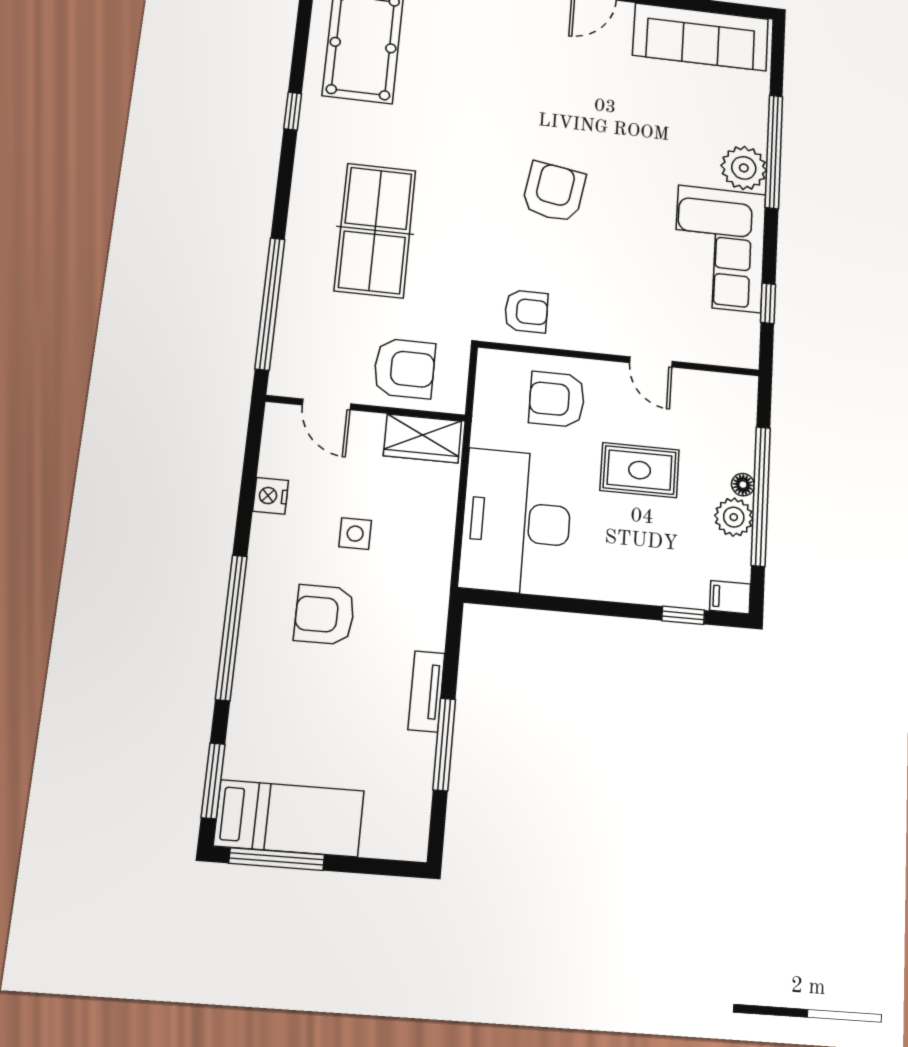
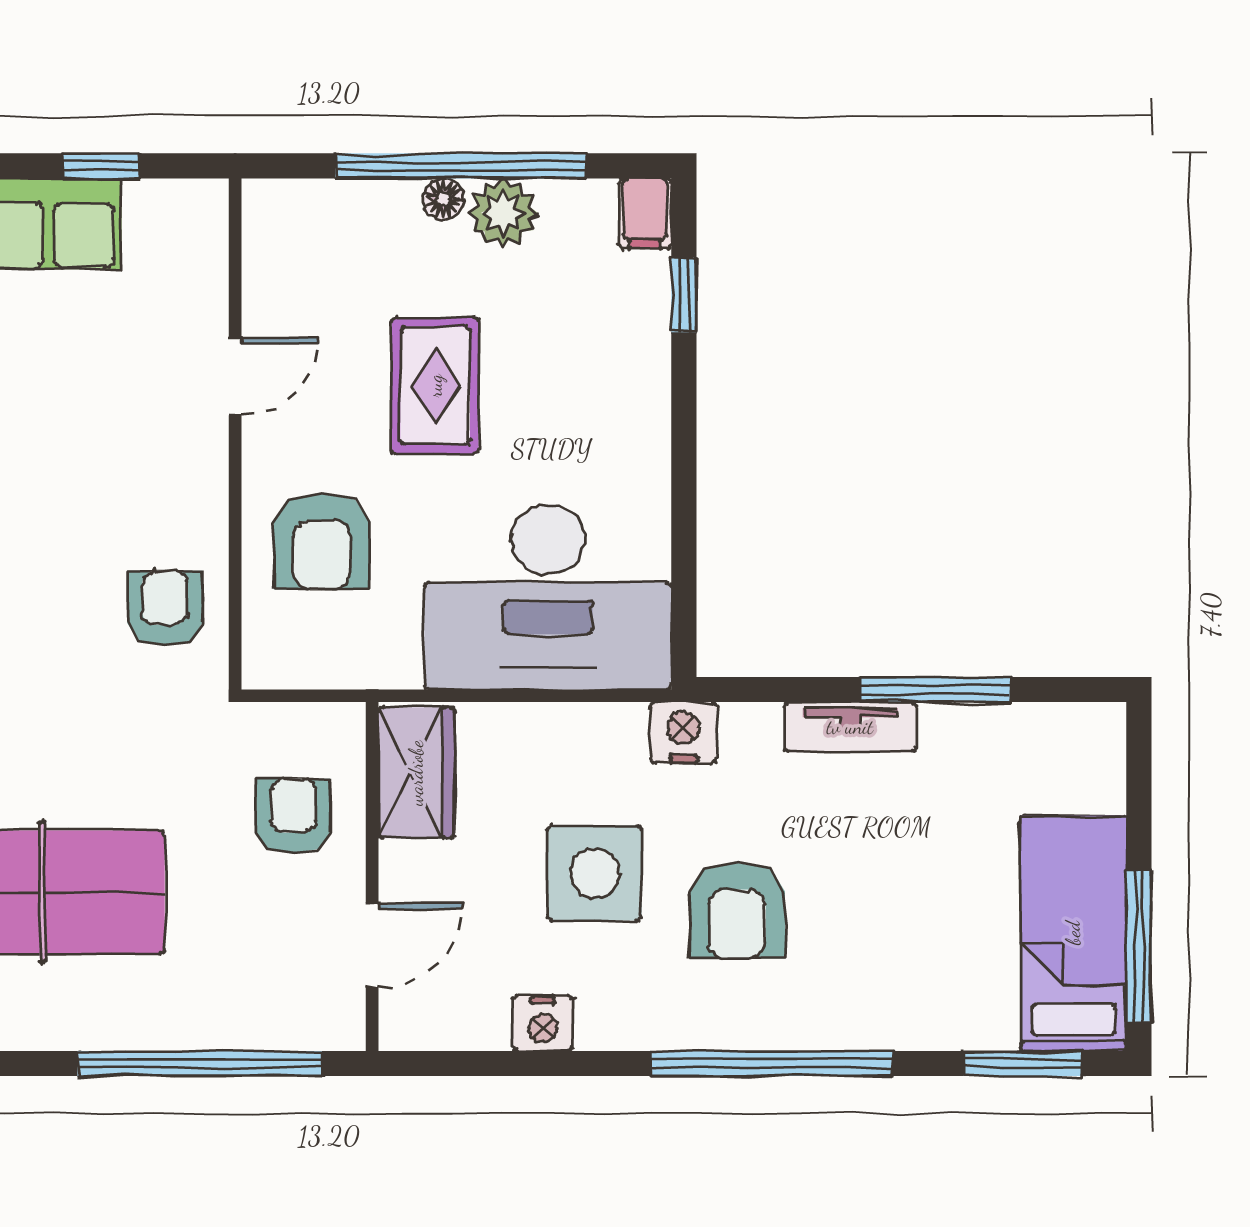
armchair: (404, 368) -> (293, 816), width x0.72, depth x0.72
side table: (355, 534) -> (594, 873), width x1.87, depth x1.87
nightstand: (432, 593) -> (683, 733), added

